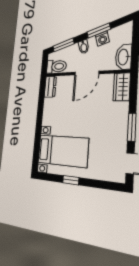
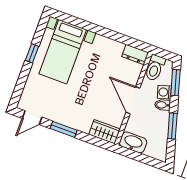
washing machine: (102, 38) -> (164, 92), moved

